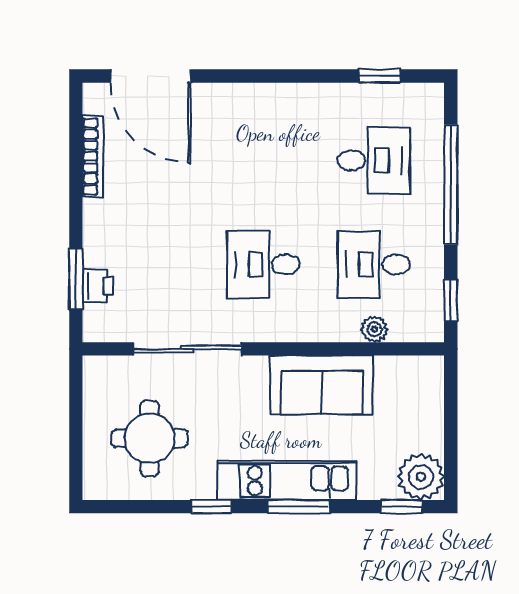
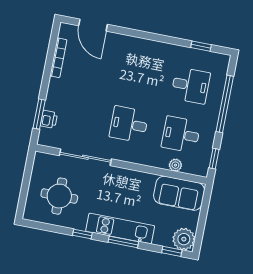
door: (150, 76) -> (93, 25), width x0.73
sofa: (322, 385) -> (179, 193), moved

